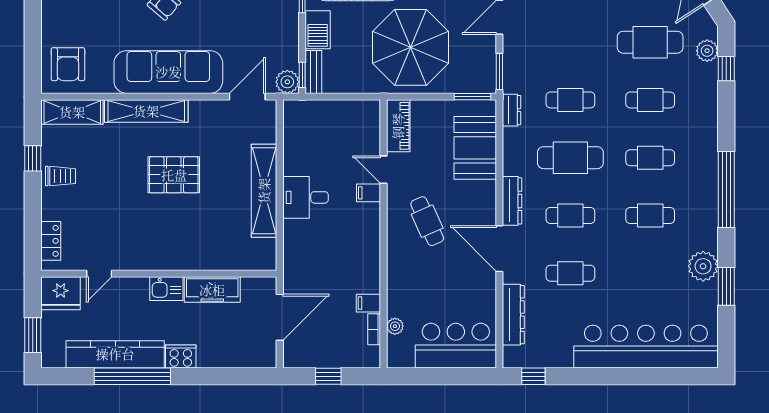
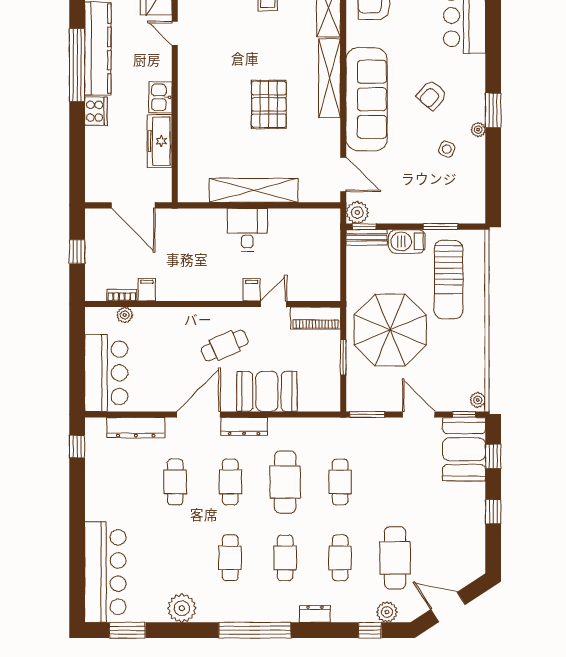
window: (472, 97) -> (343, 357), moved
dresser: (512, 110) -> (315, 614), moved, turned 180
booth: (475, 148) -> (267, 391), moved
window: (726, 286) -> (127, 630), moved
bar counter: (646, 347) -> (105, 572), width x0.73

